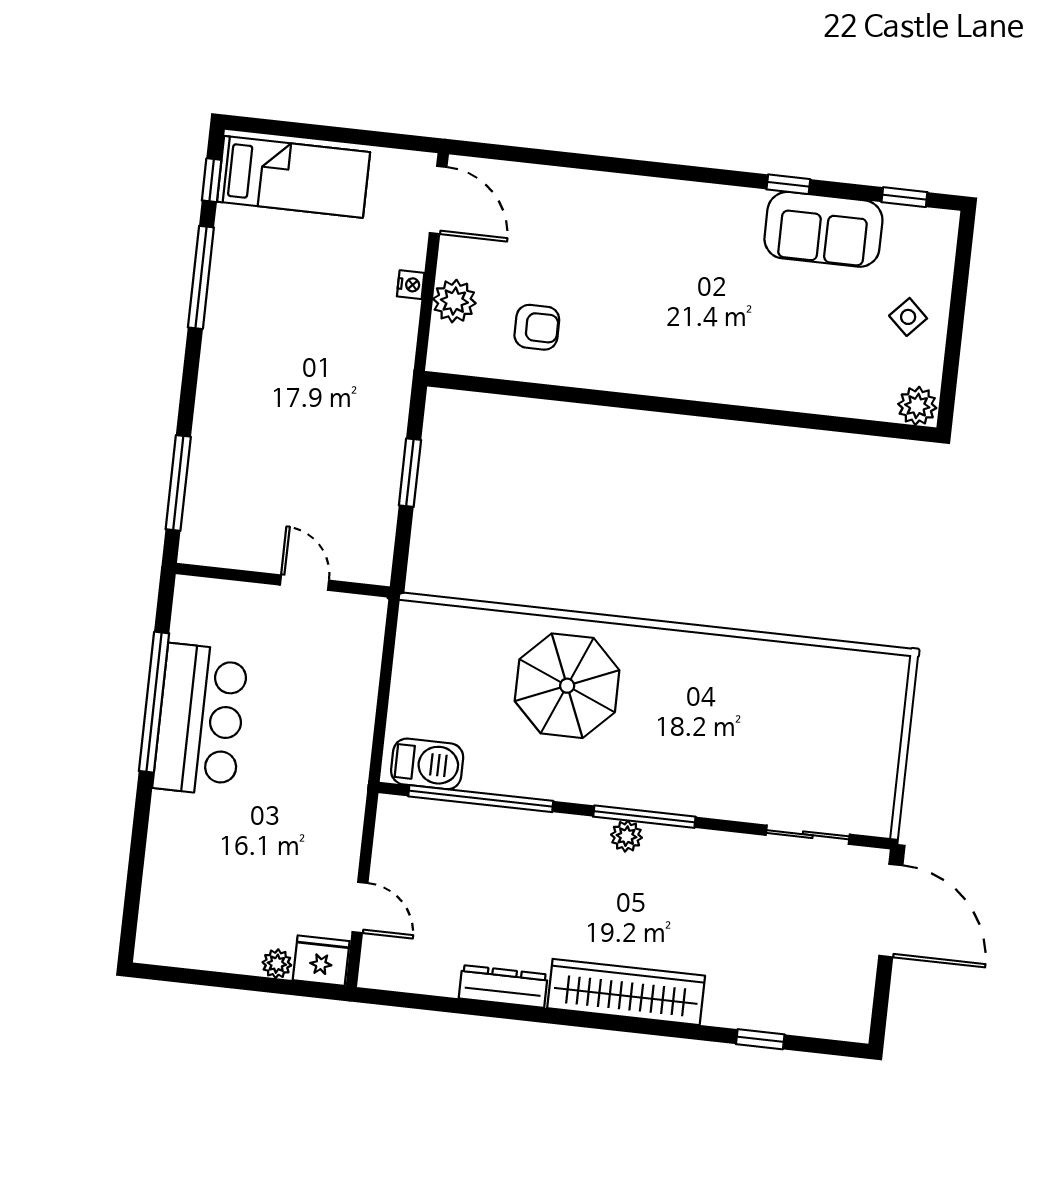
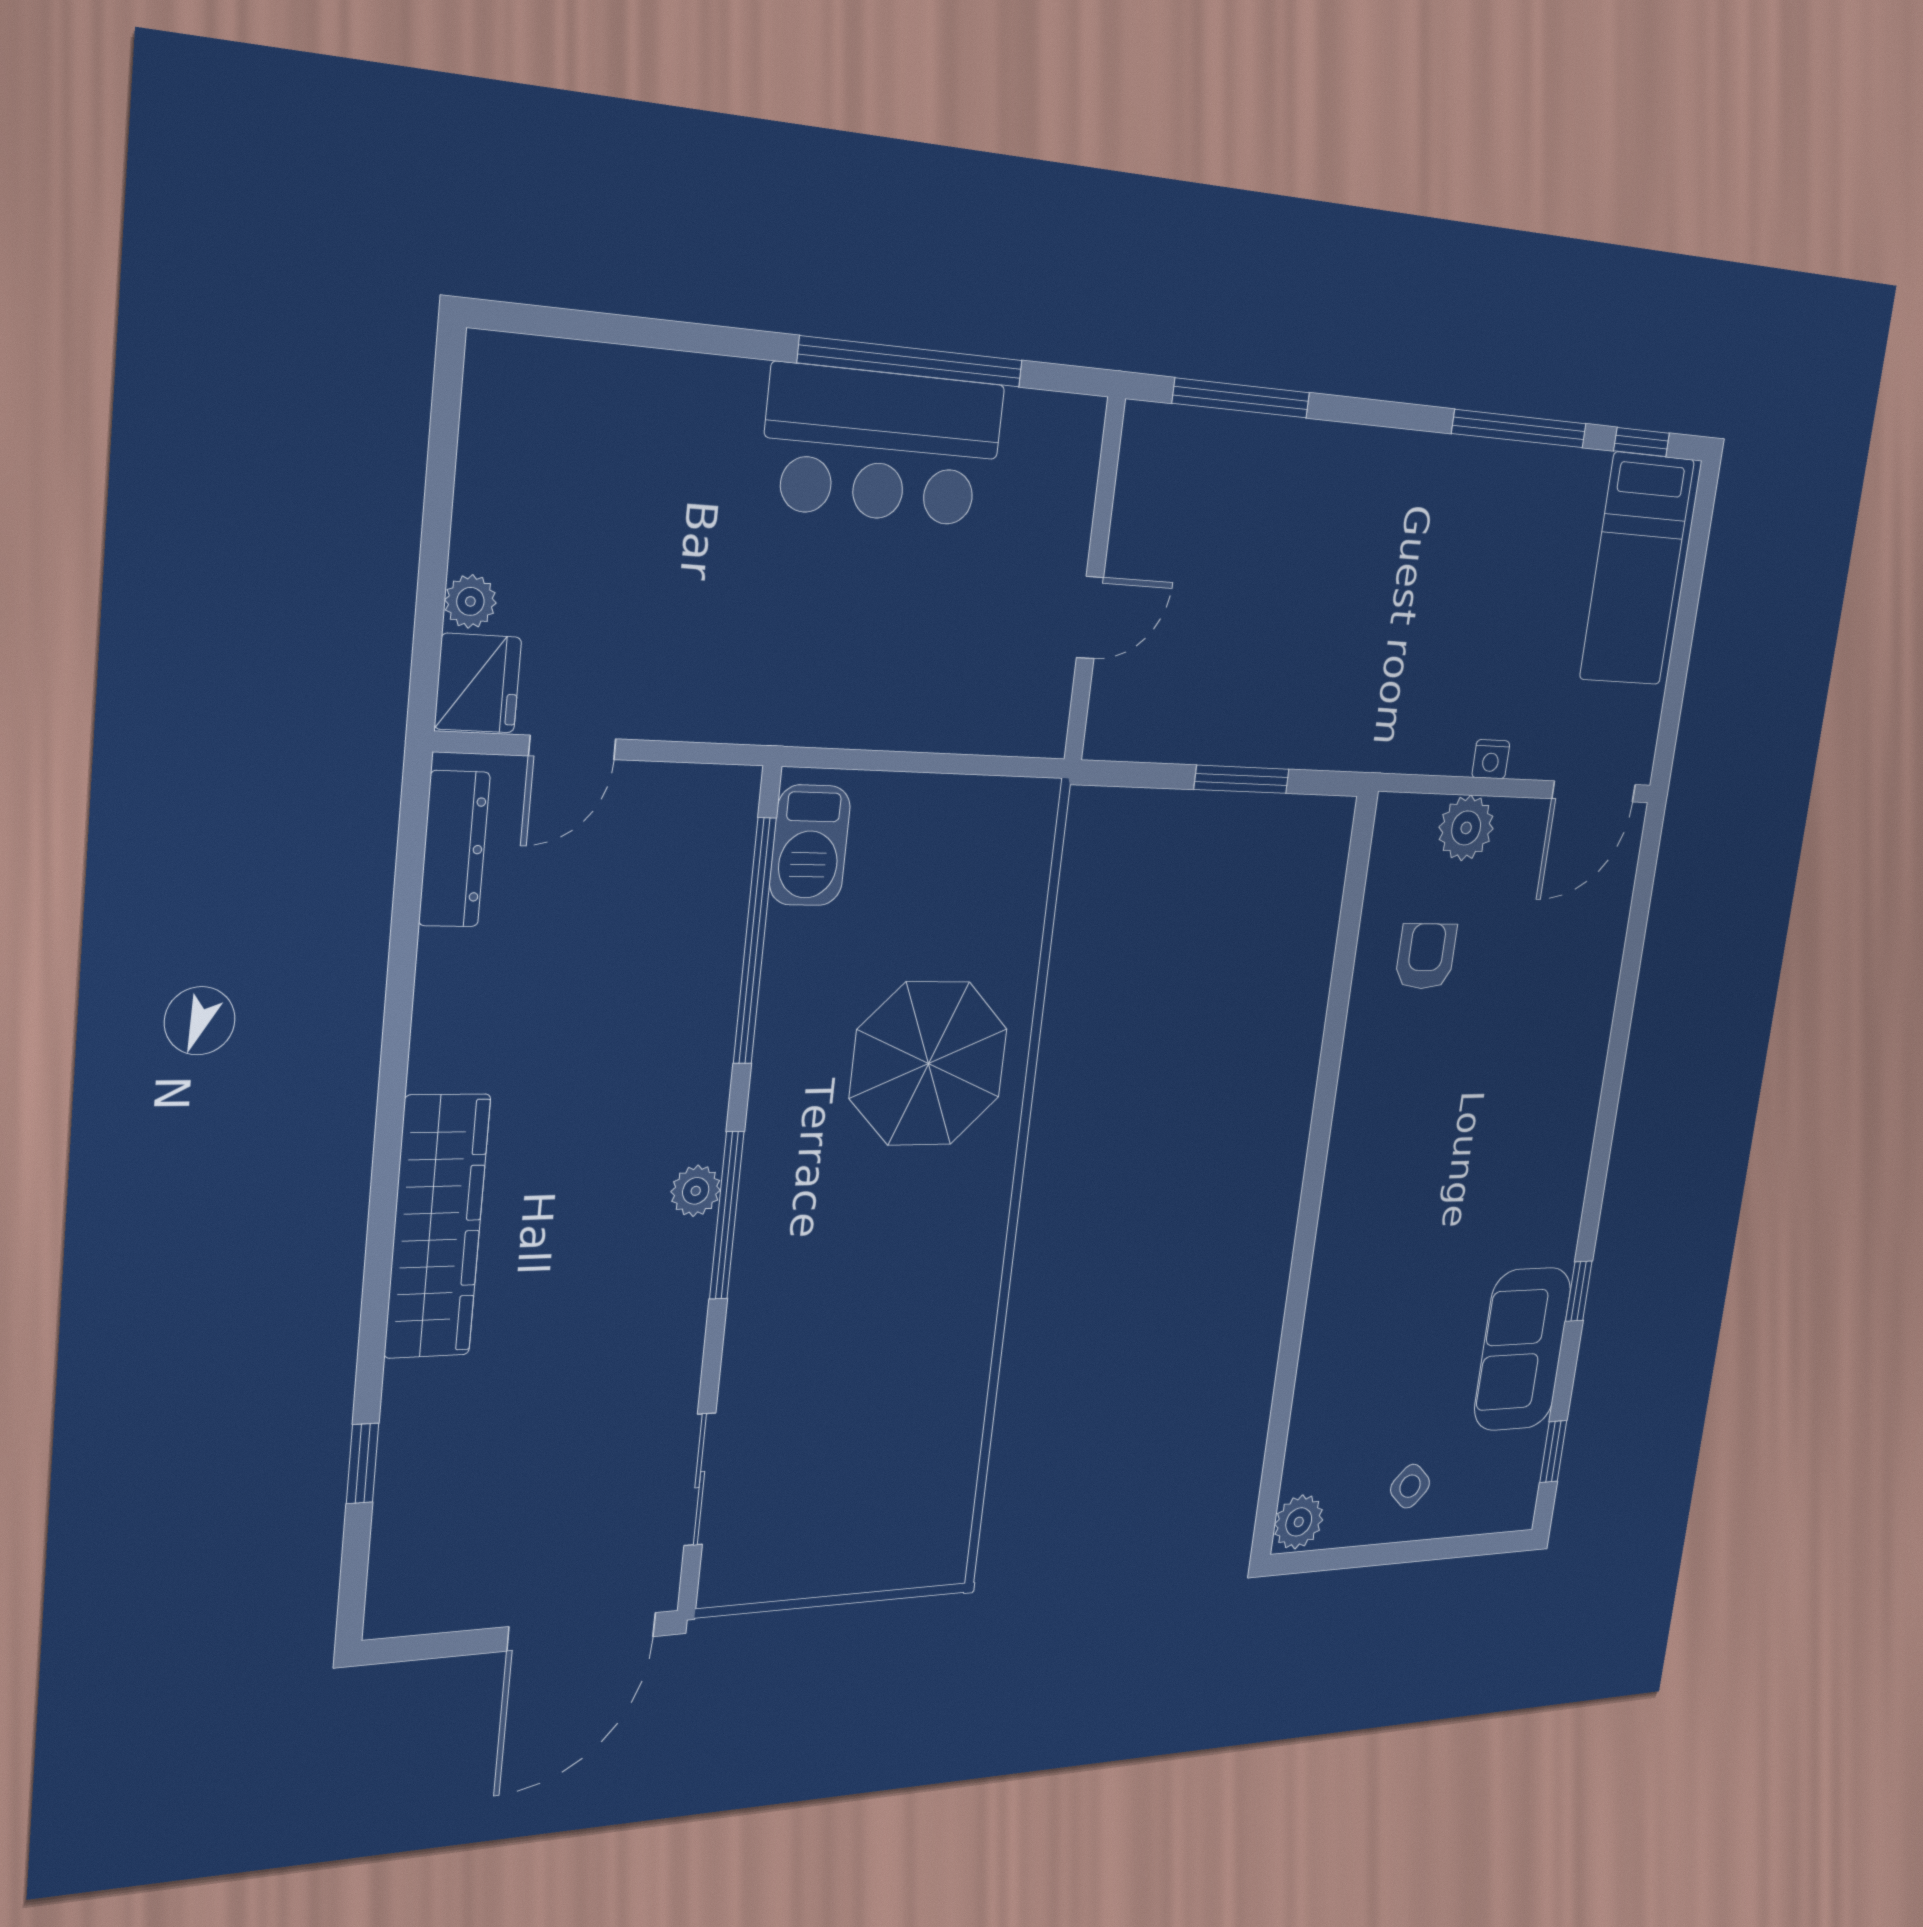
armchair: (537, 327) -> (1426, 956), turned 180
dresser: (503, 986) -> (454, 849), moved

